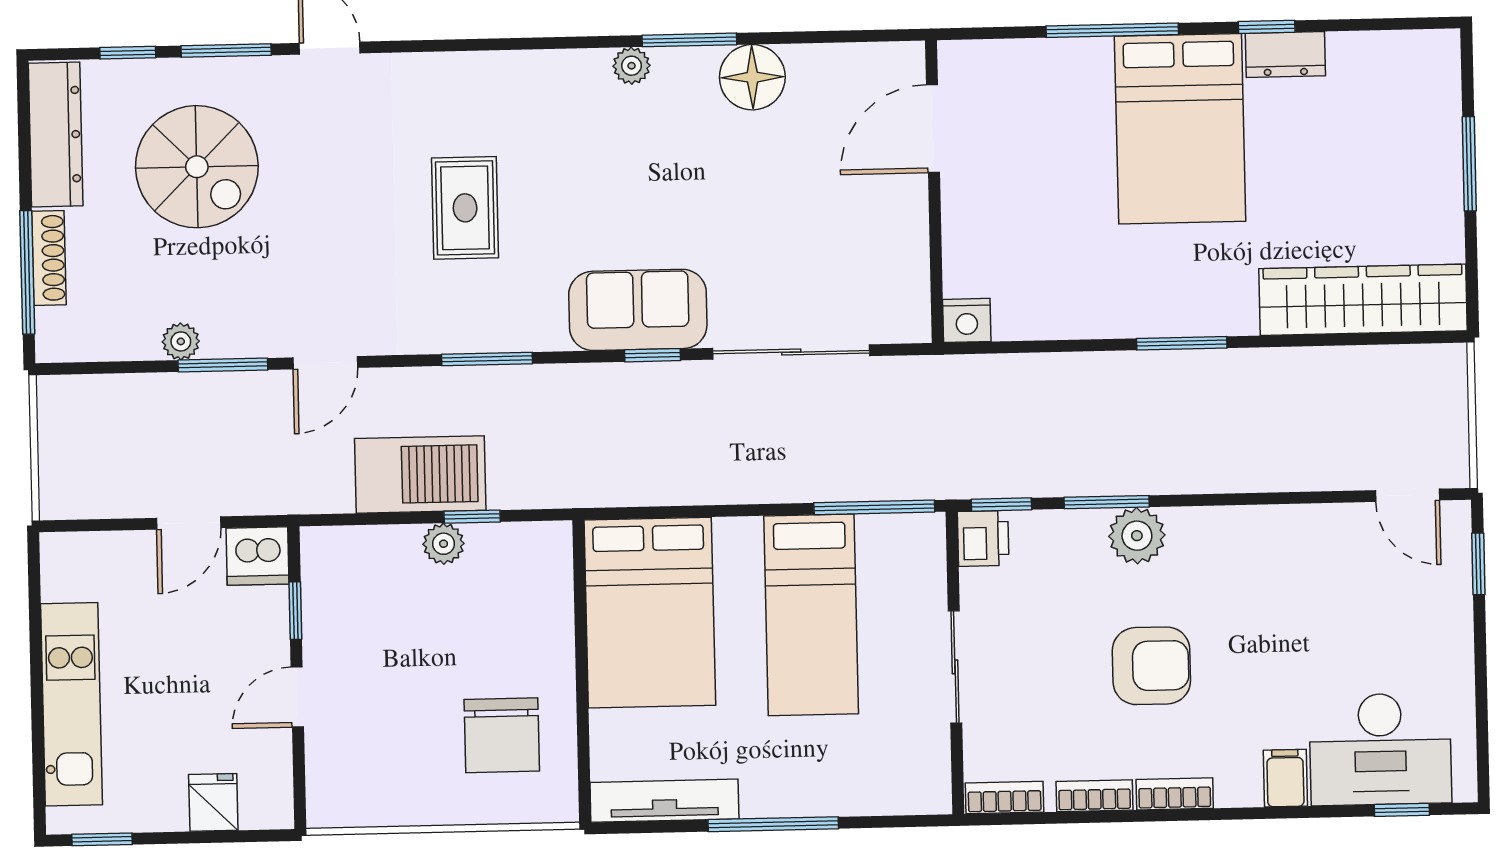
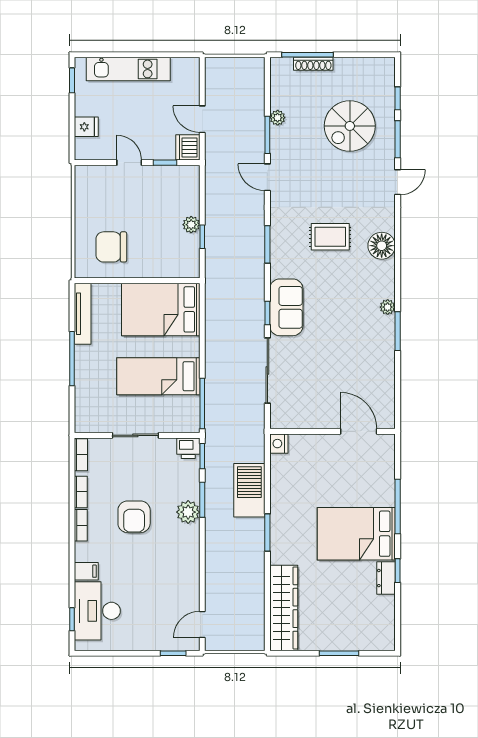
floor lamp: (752, 77) -> (382, 246), moved
dresser: (56, 135) -> (364, 68), removed
barbecue: (420, 474) -> (249, 490), moved, turned 180

